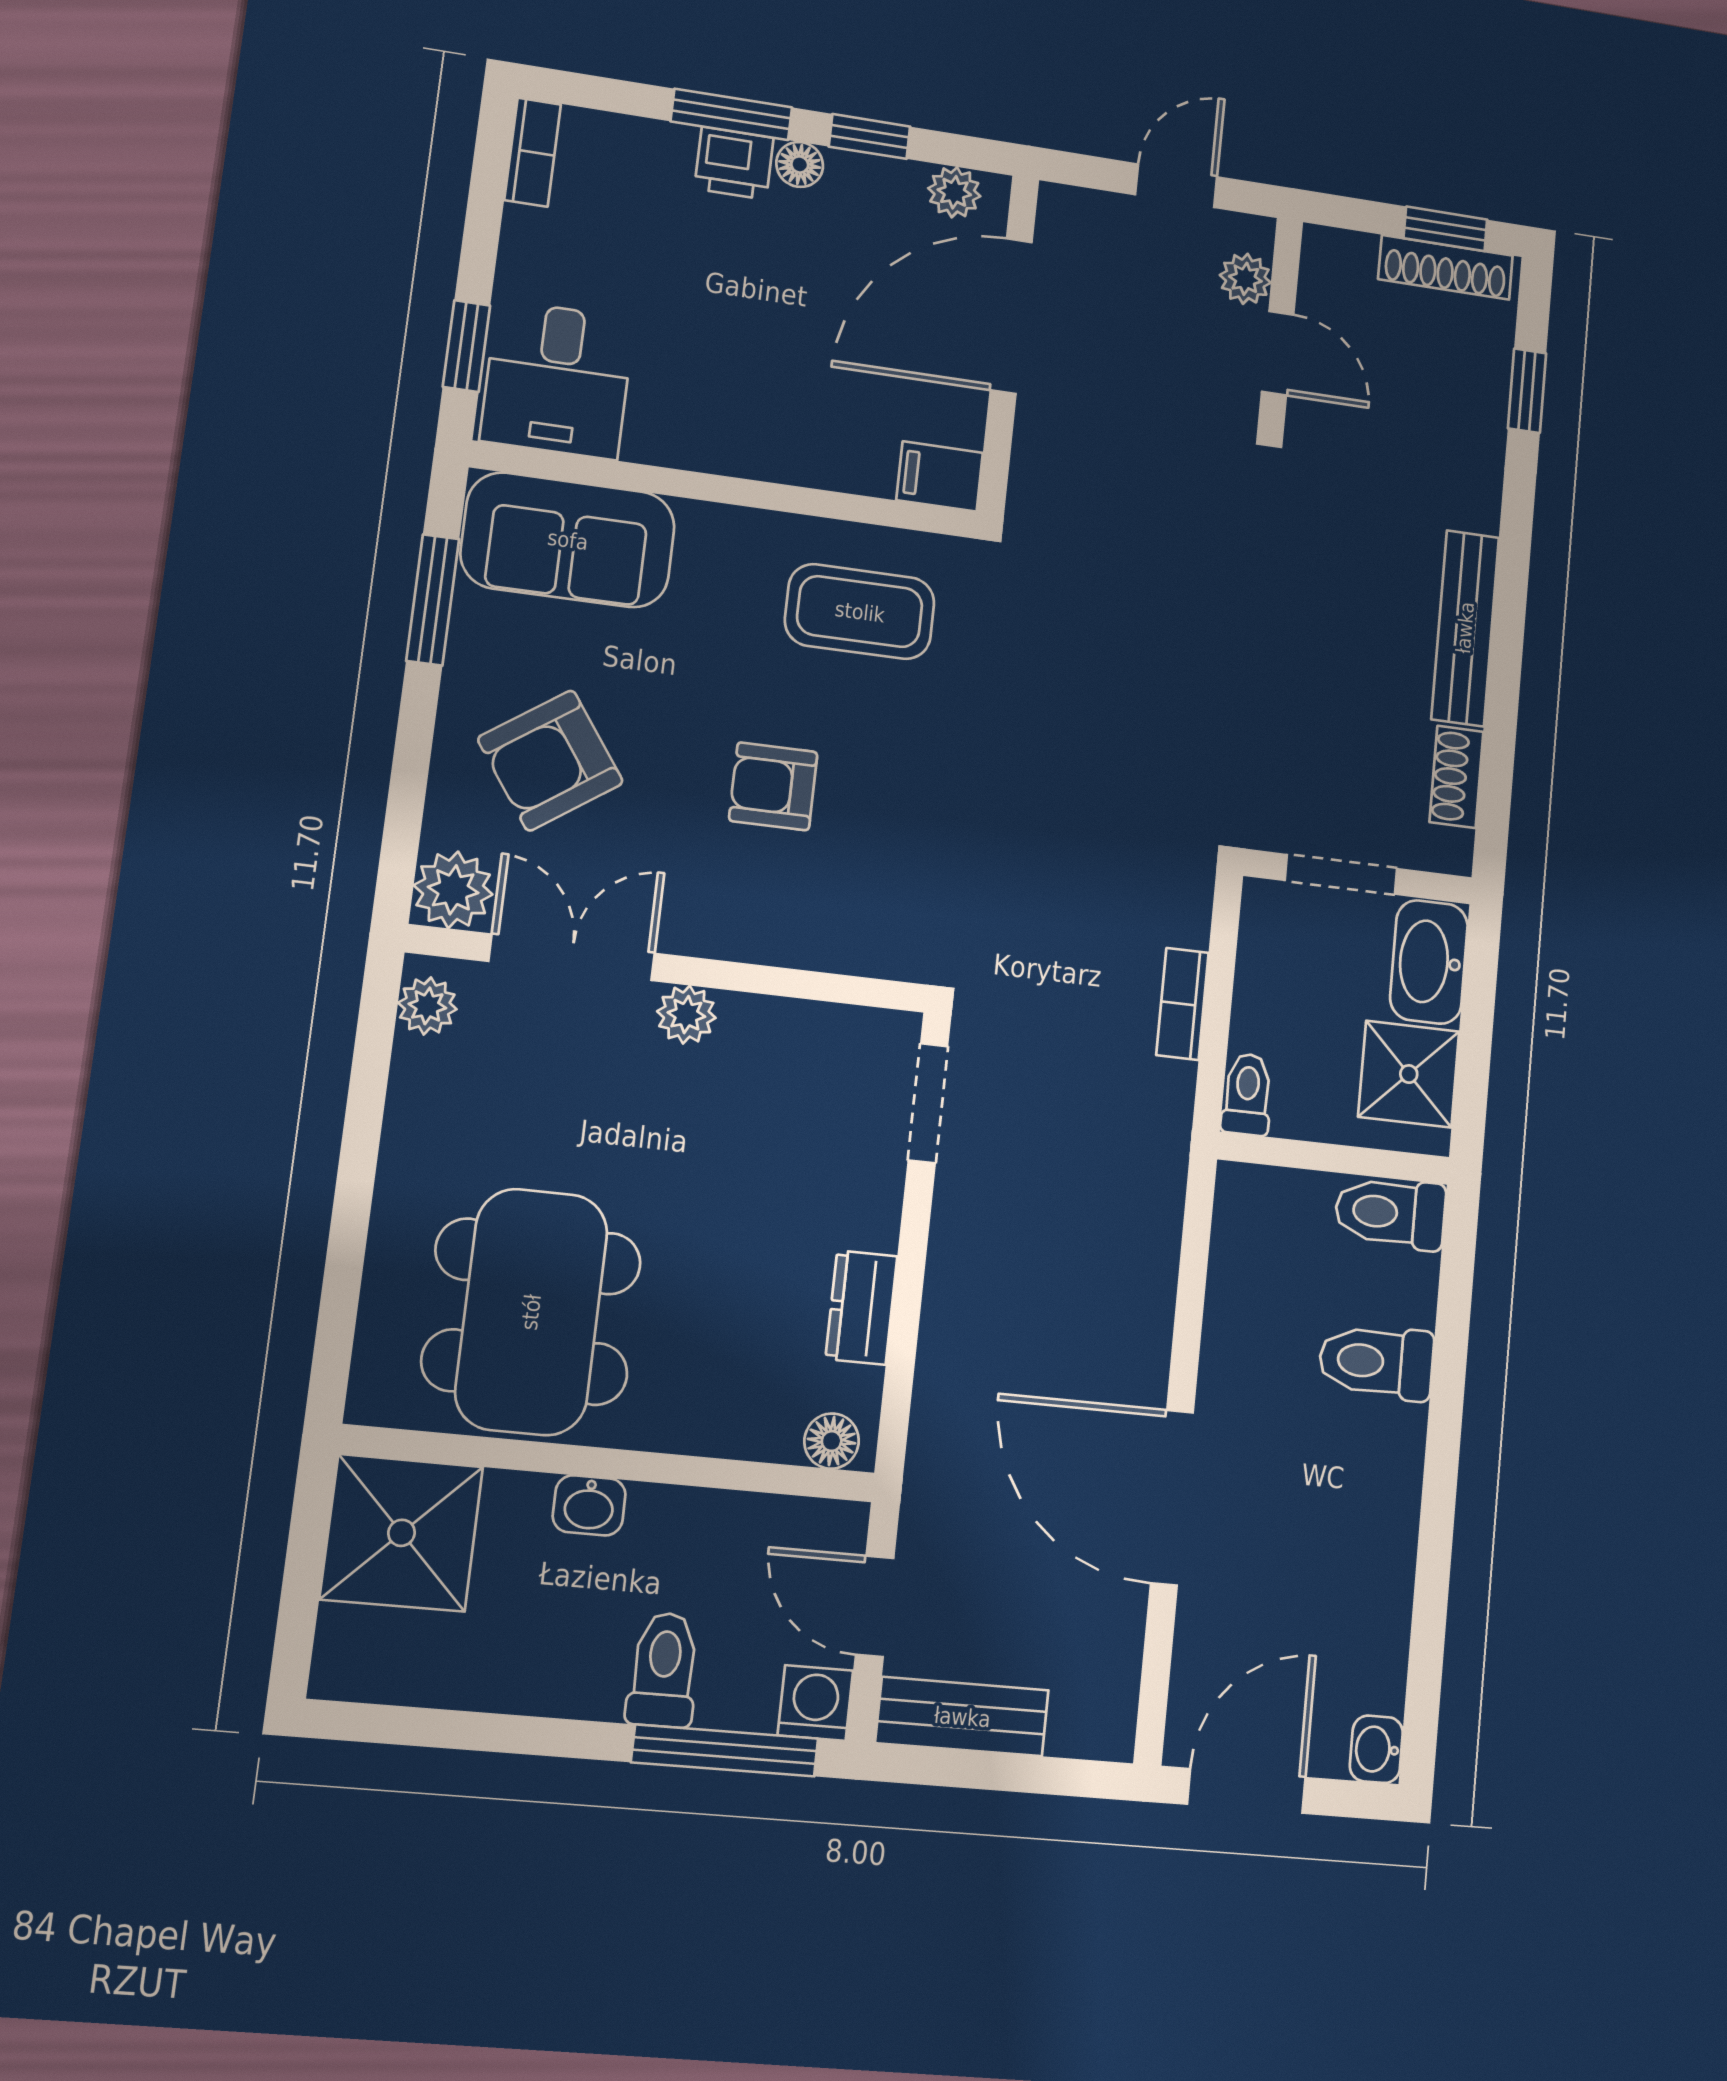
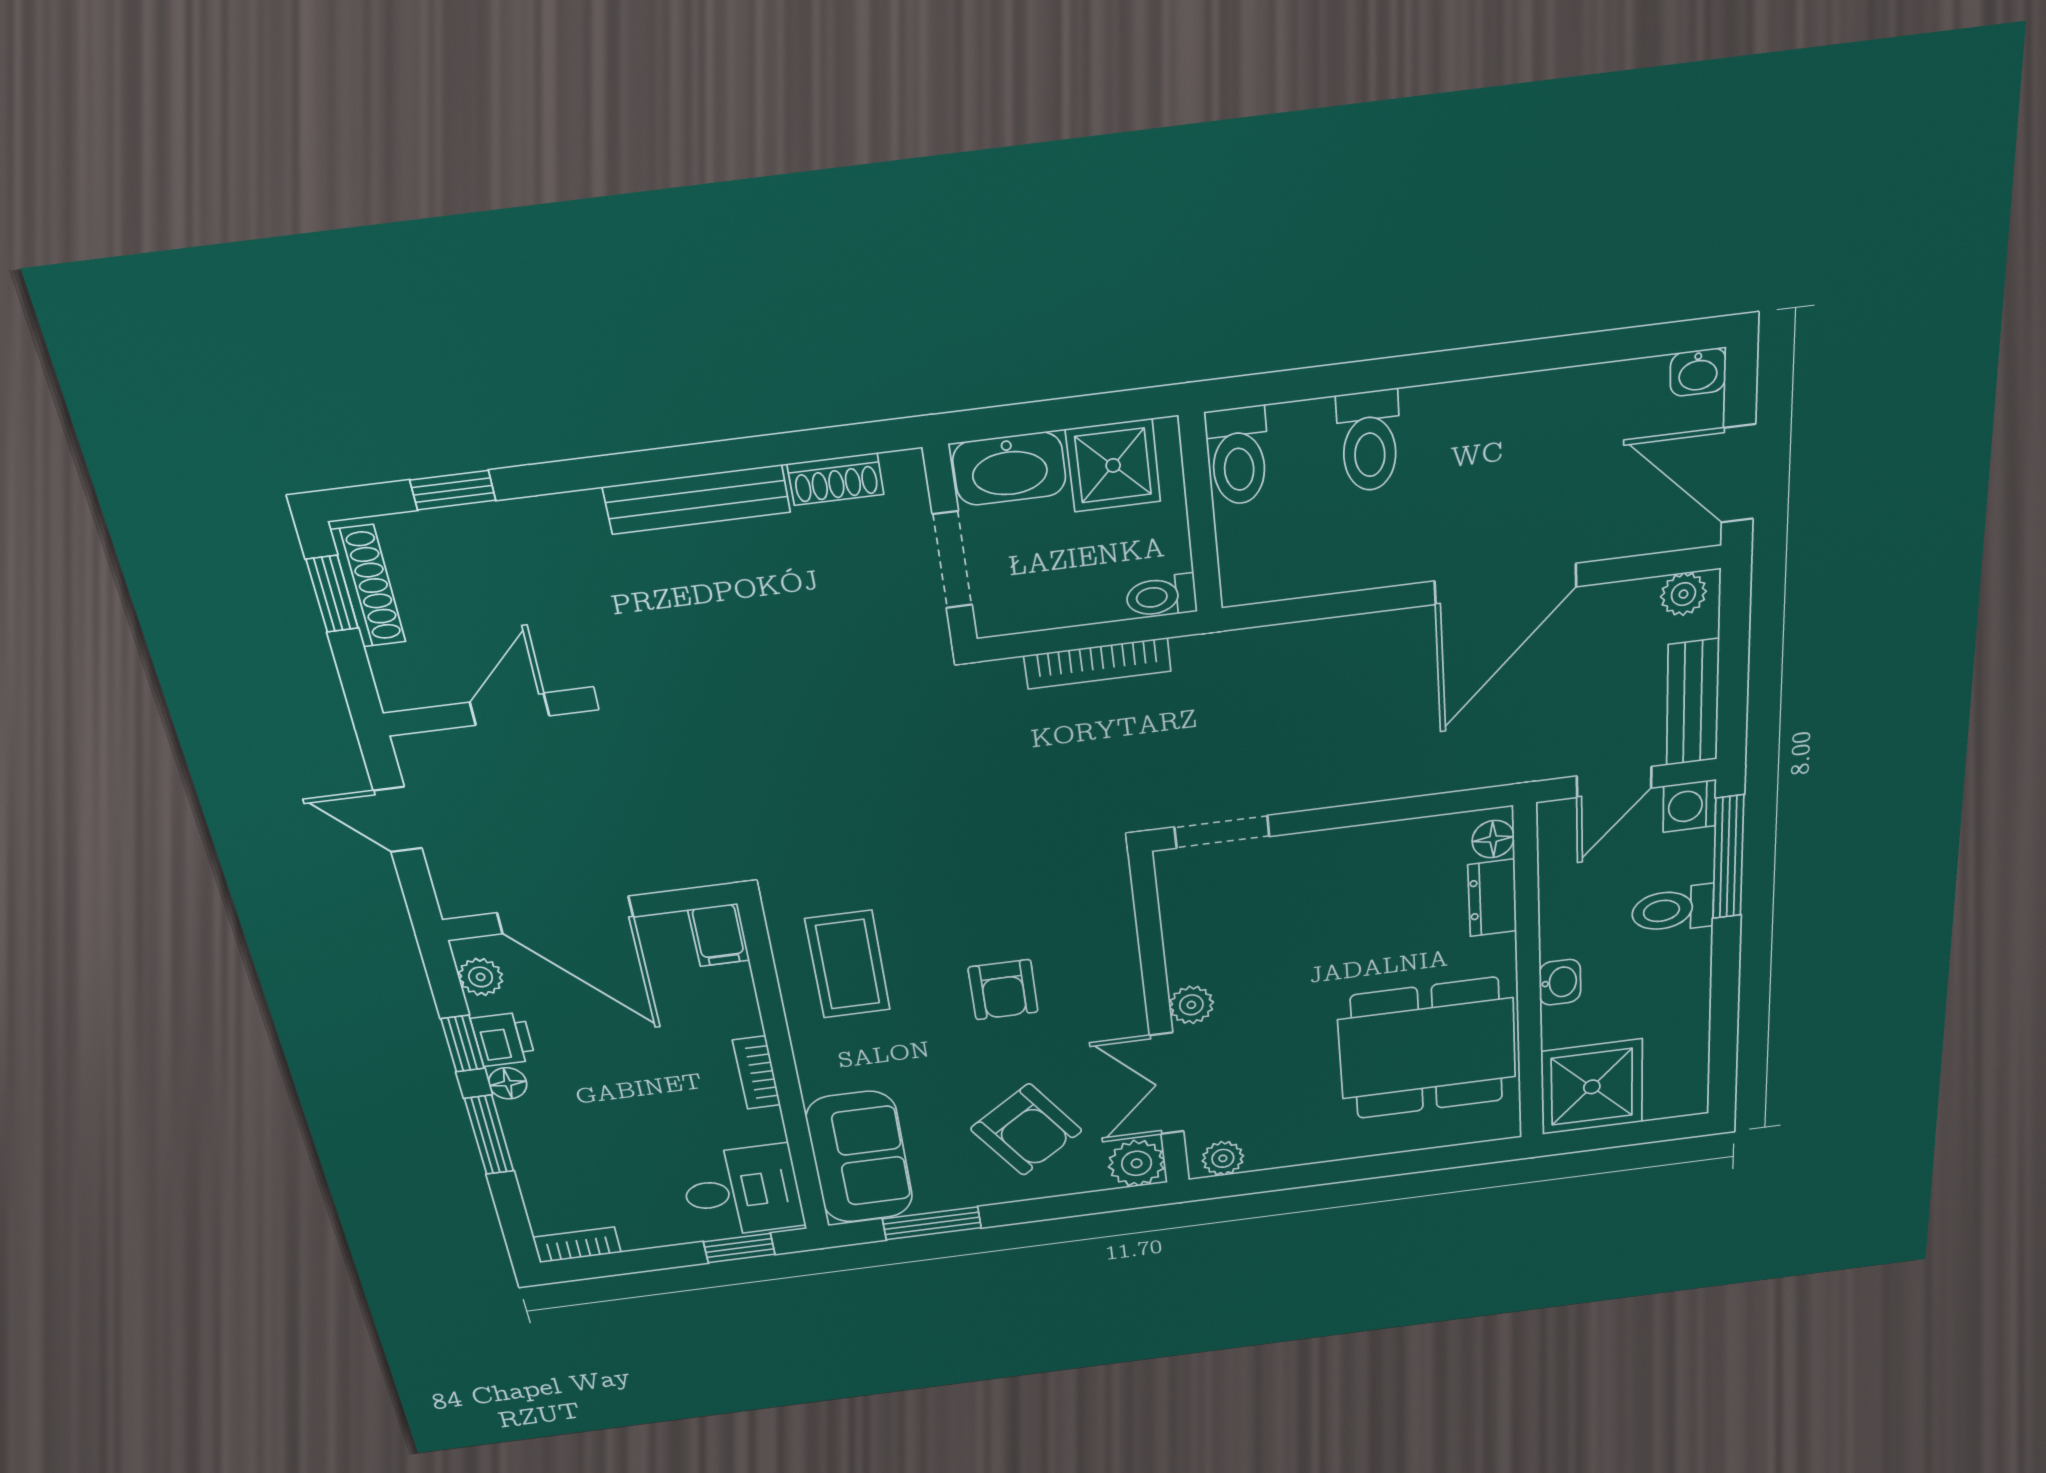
printer: (734, 163) -> (503, 1039), moved
plant: (1245, 279) -> (1683, 594), moved
bookcase: (733, 456) -> (757, 1073), added
bookcase: (1182, 1004) -> (1097, 663), width x1.56
dresser: (861, 1308) -> (1492, 898), moved, turned 90

